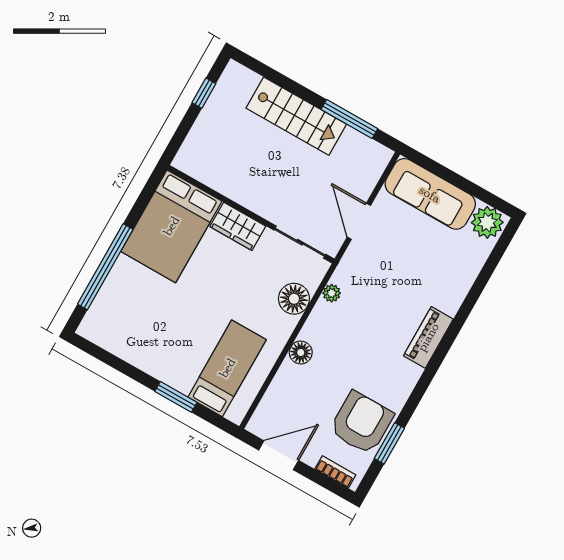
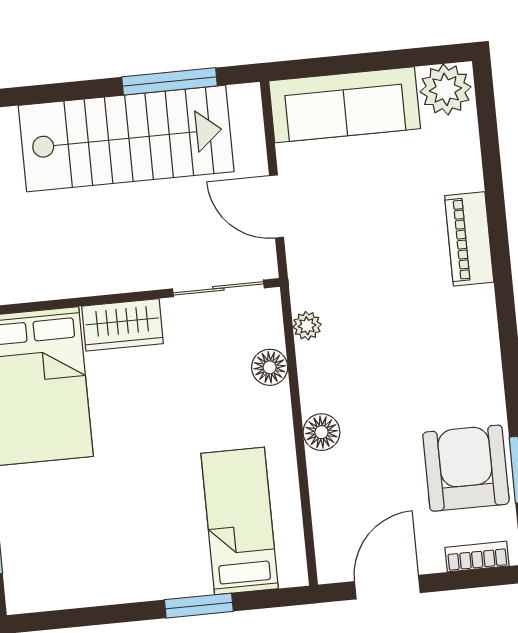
stairs: (296, 116) -> (126, 139), width x1.36, depth x1.51
floor lamp: (294, 299) -> (270, 367), width x0.73, depth x0.73
piano: (428, 337) -> (469, 239), moved

